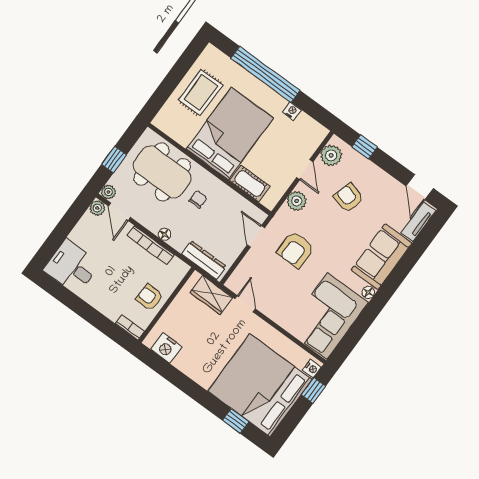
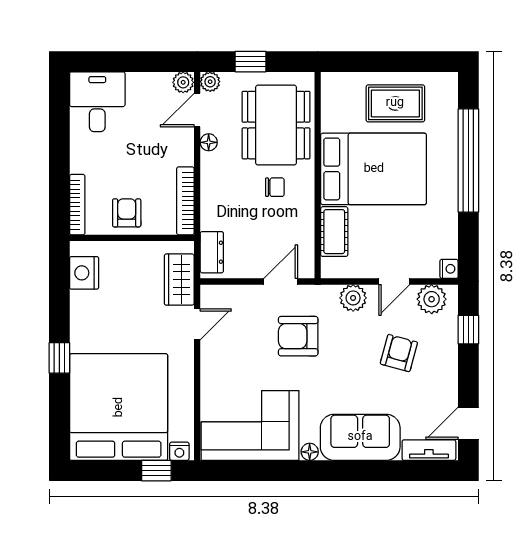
nightstand: (292, 111) -> (449, 269), moved
floor lamp: (165, 234) -> (209, 142), moved
bookcase: (151, 245) -> (185, 201), moved
dresser: (204, 260) -> (212, 252), width x0.70
bookcase: (130, 327) -> (77, 205), width x1.56
window: (236, 421) -> (59, 358), moved

